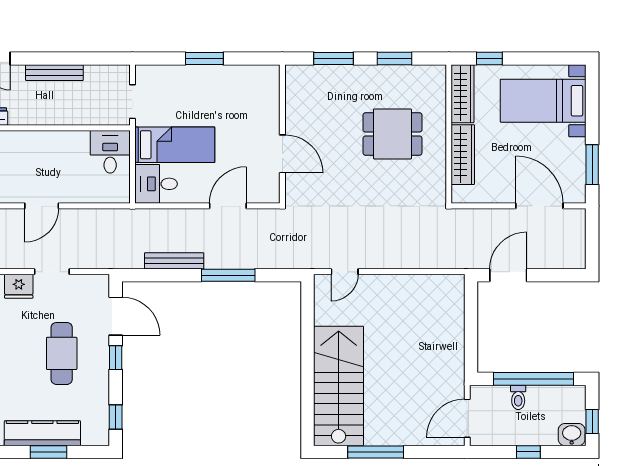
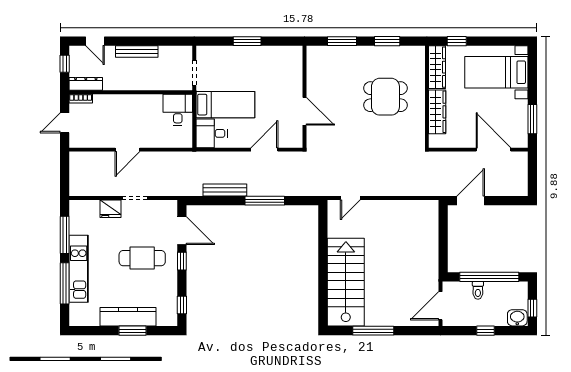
cafe table: (62, 353) -> (142, 258), turned 90

